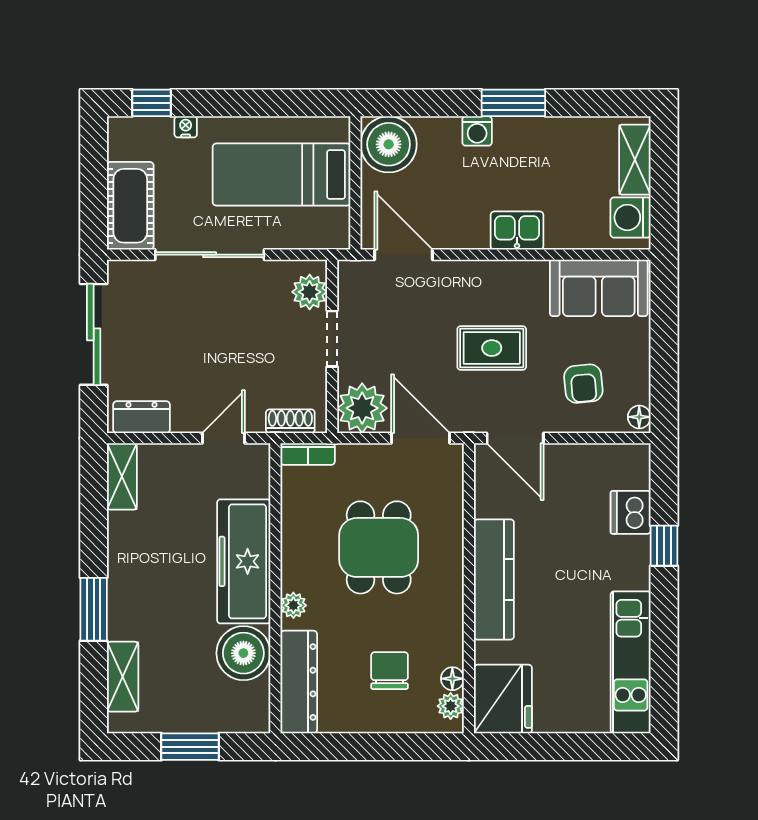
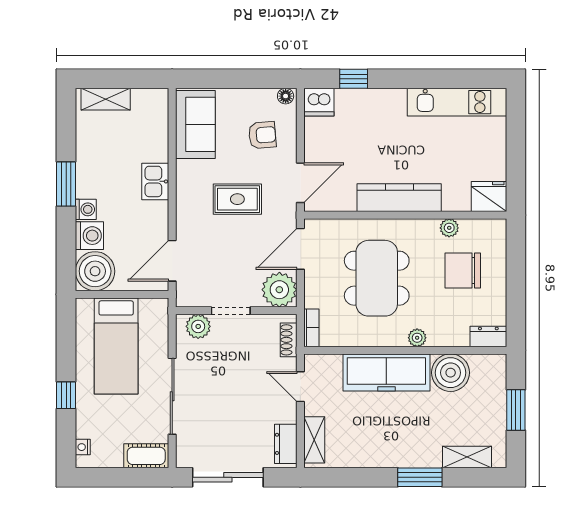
window: (152, 103) -> (66, 395), moved
nightstand: (186, 127) -> (83, 447), moved
cot: (130, 206) -> (146, 456), width x0.73, depth x0.75
washing machine: (631, 217) -> (89, 236), moved, turned -90
rug: (492, 348) -> (237, 199), turned 90
shelving: (122, 476) -> (314, 440), moved, turned 90
dishwasher: (631, 512) -> (319, 102), moved
window: (664, 546) -> (354, 79), moved
dining table: (379, 547) -> (377, 278), width x1.38
chair: (390, 671) -> (463, 271), width x1.37, depth x1.37
floor lamp: (452, 679) -> (468, 227), removed
dresser: (299, 682) -> (488, 337), width x0.51, depth x0.80
fridge: (503, 699) -> (489, 196), width x0.73, depth x0.75
plant: (451, 706) -> (449, 228), moved

